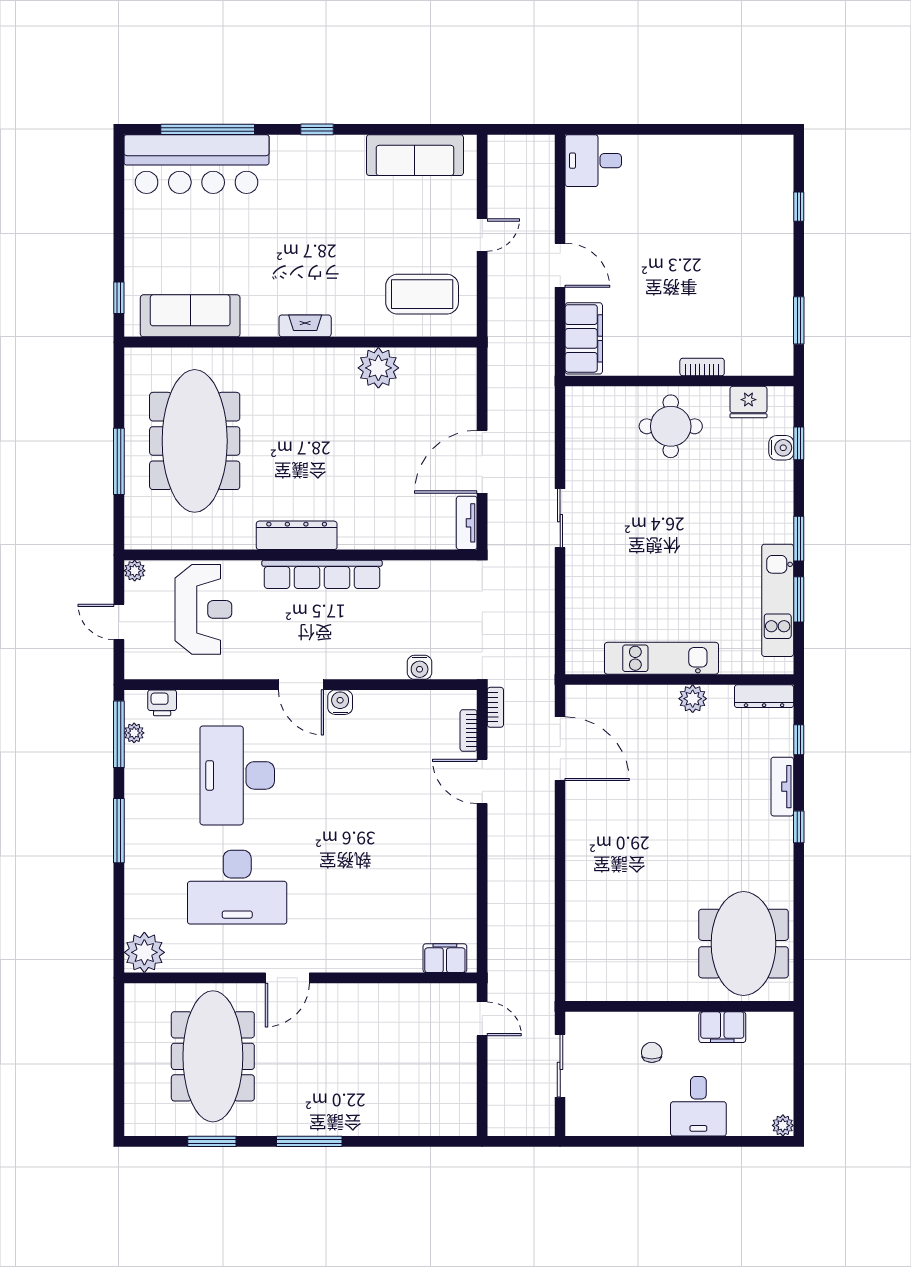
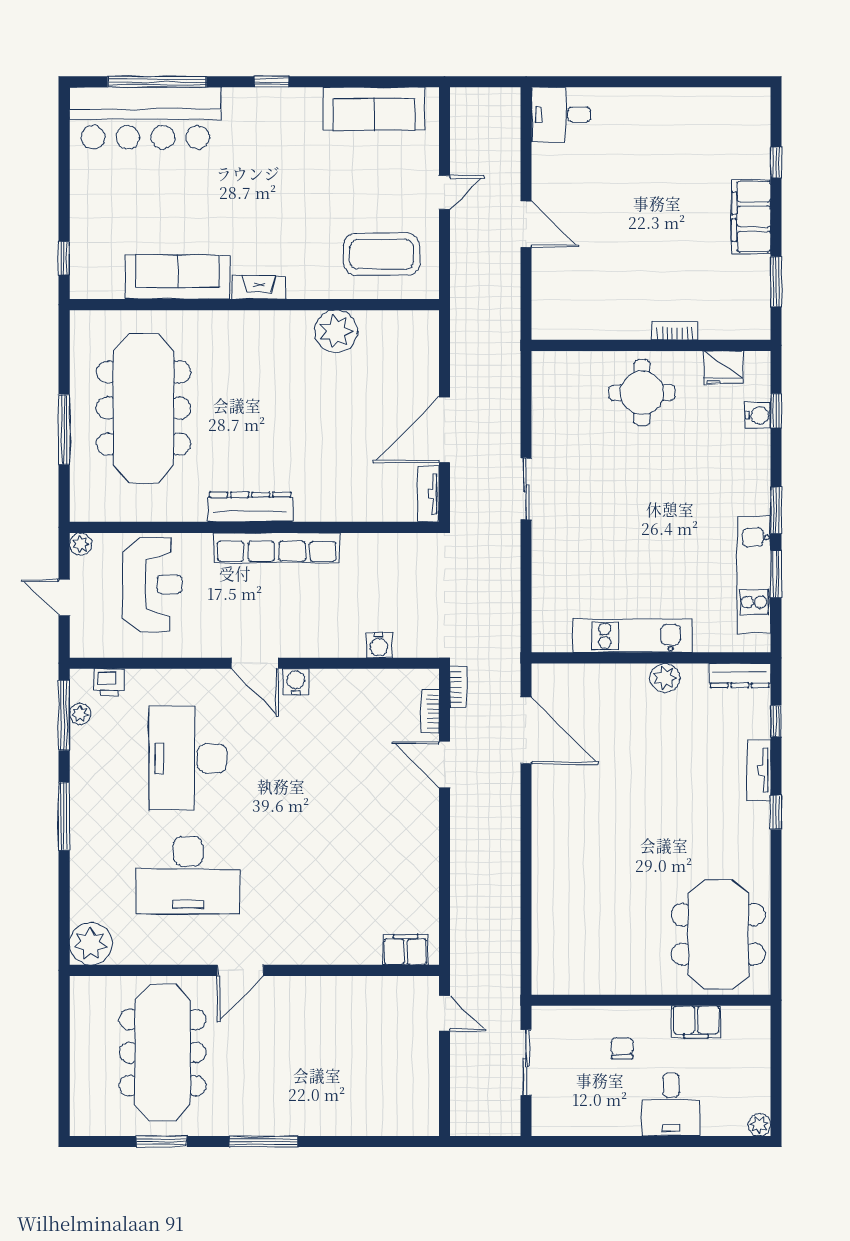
sofa: (190, 316) -> (178, 277), moved
filing cabinet: (584, 338) -> (751, 217), moved, turned 180

